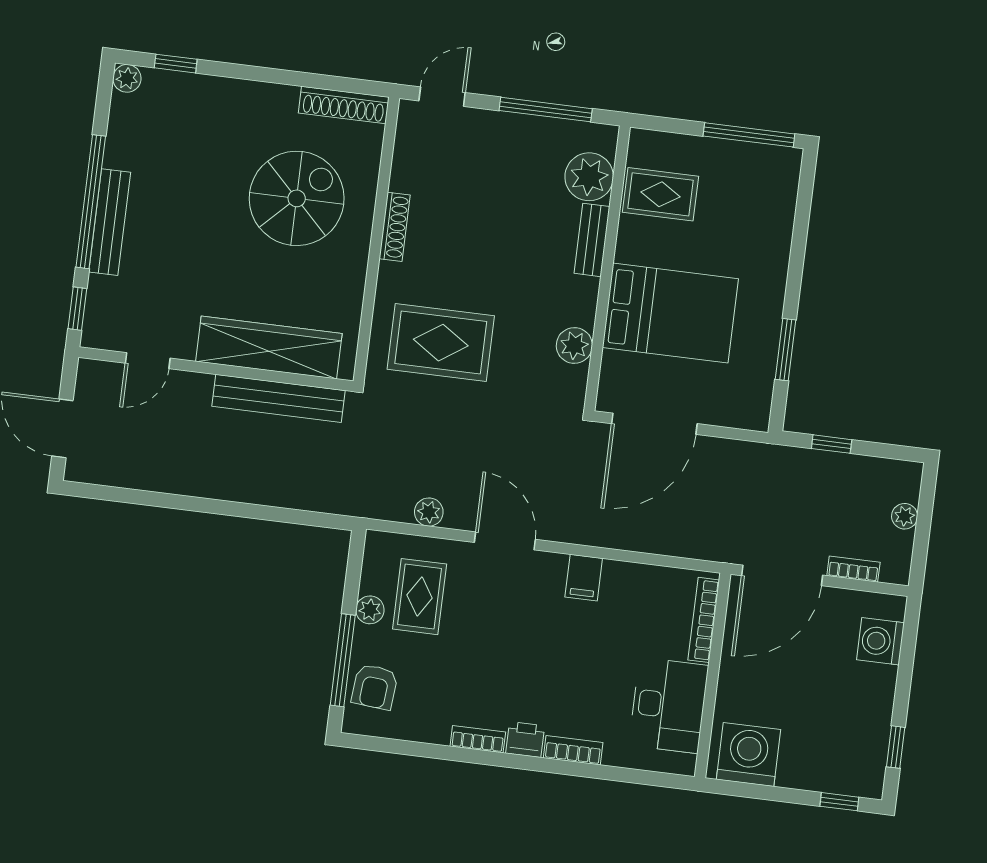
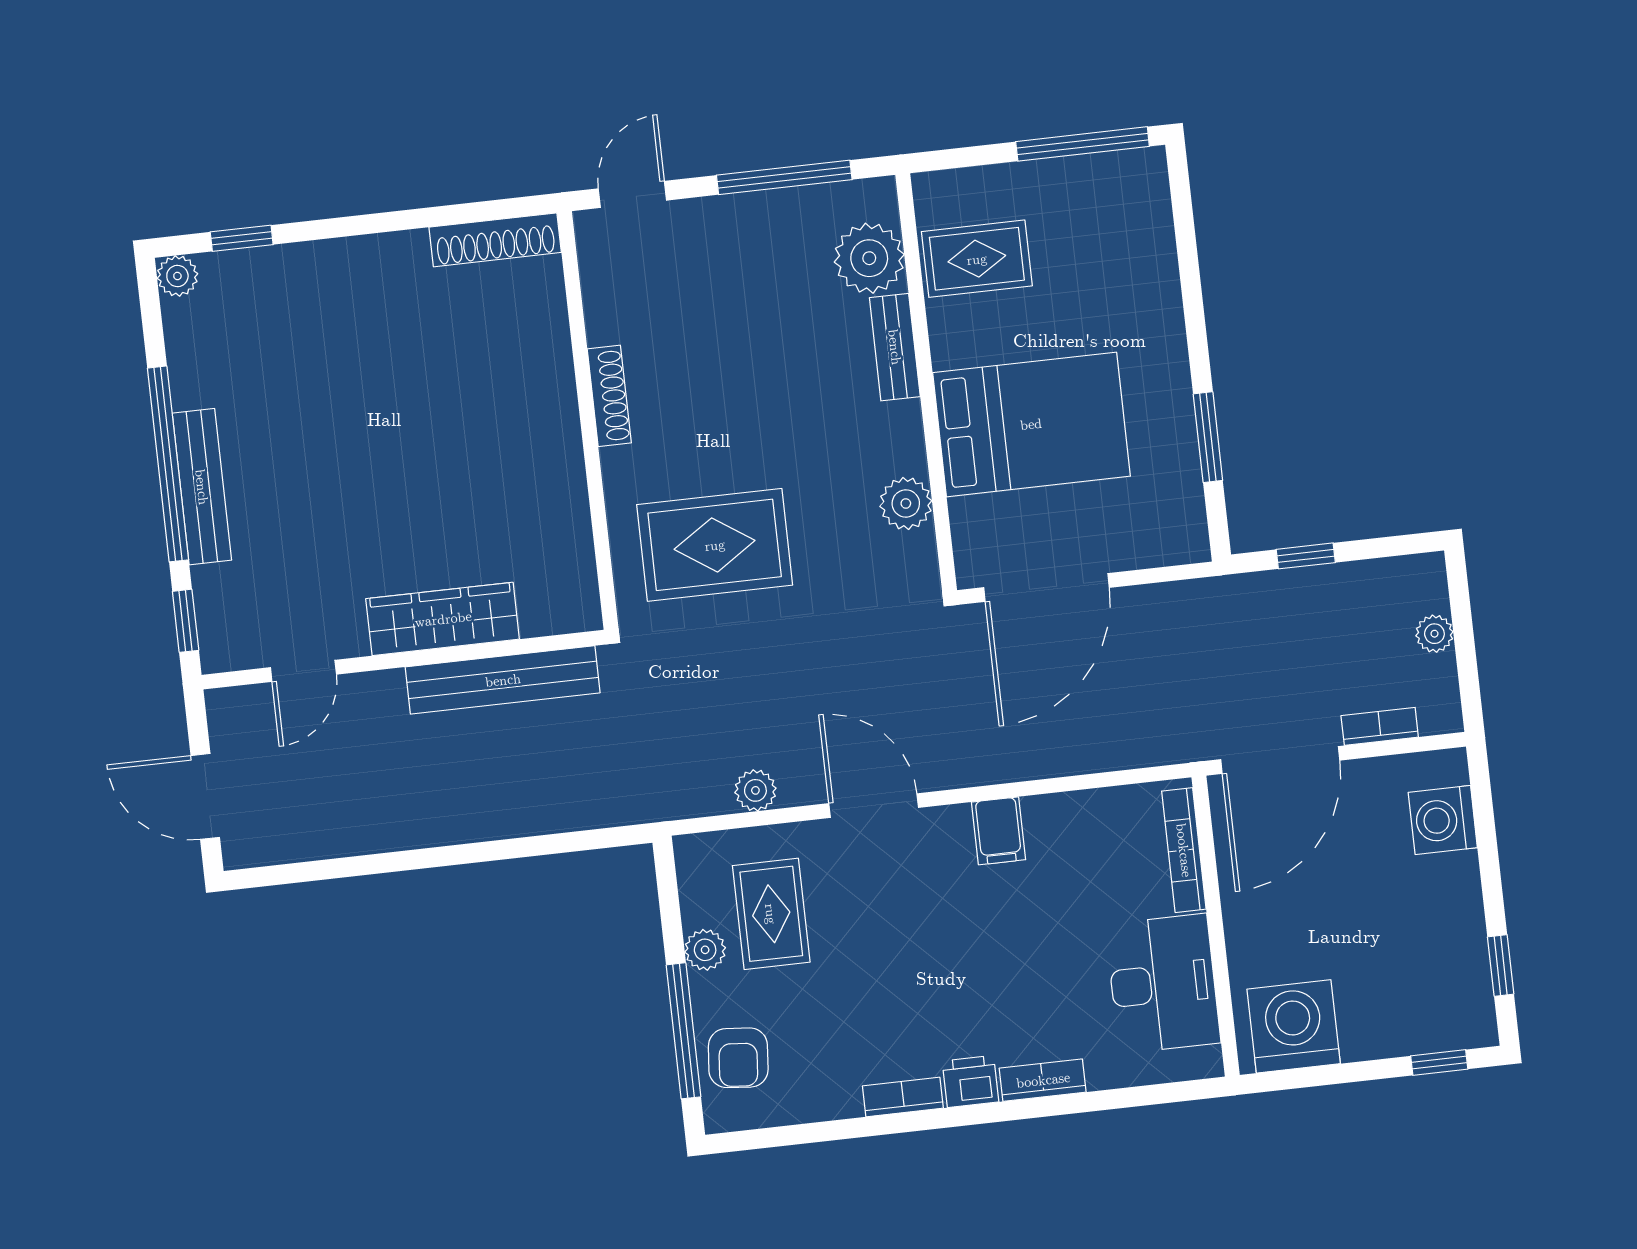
spiral stairs: (297, 198) -> (460, 389), removed
wardrobe: (269, 347) -> (443, 619), width x0.71, depth x0.85

